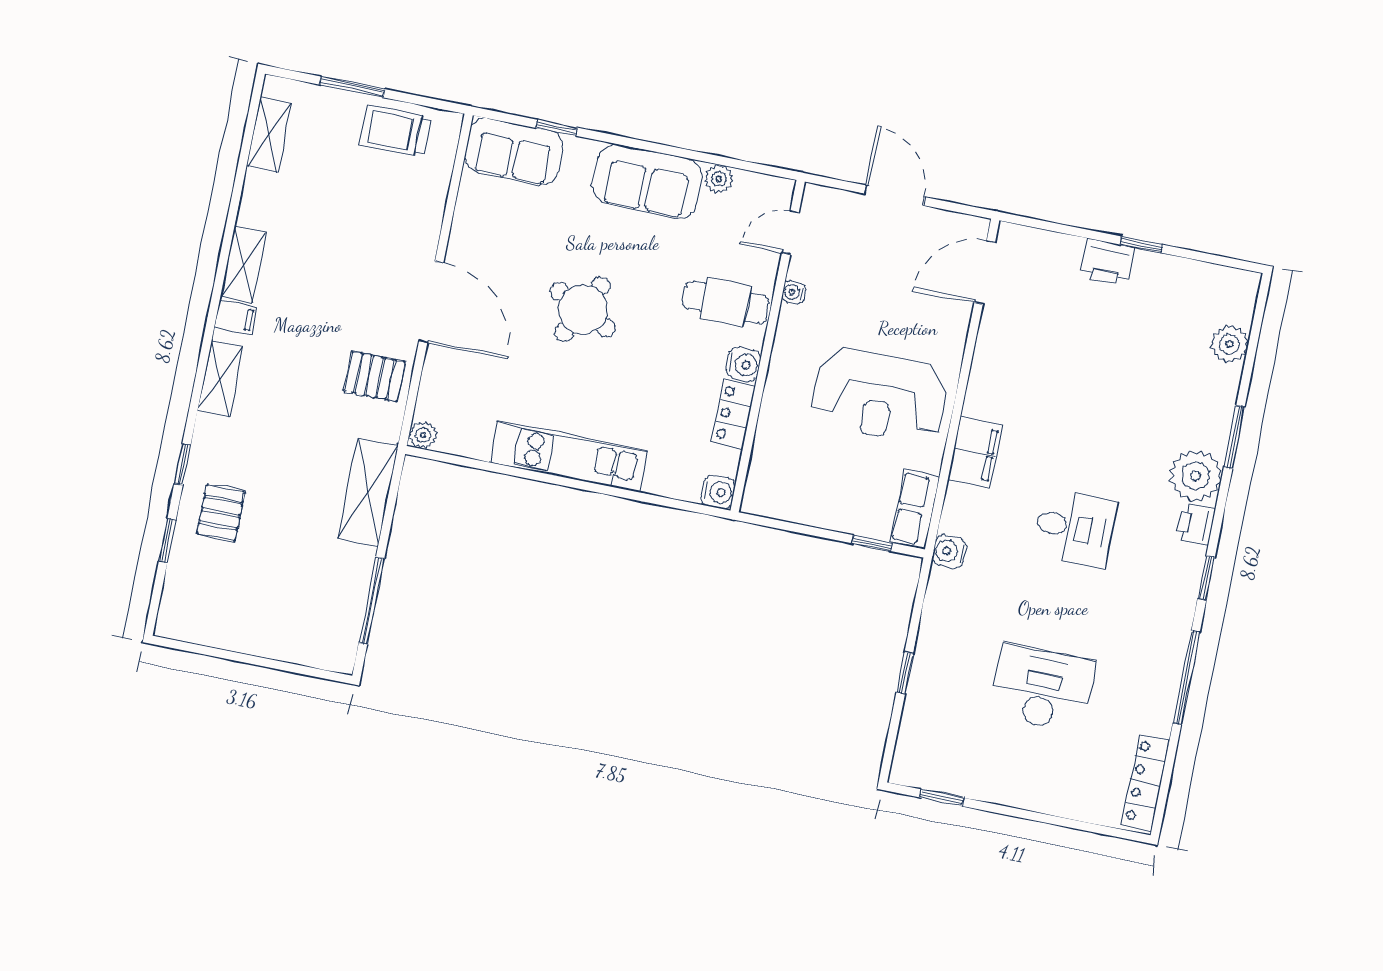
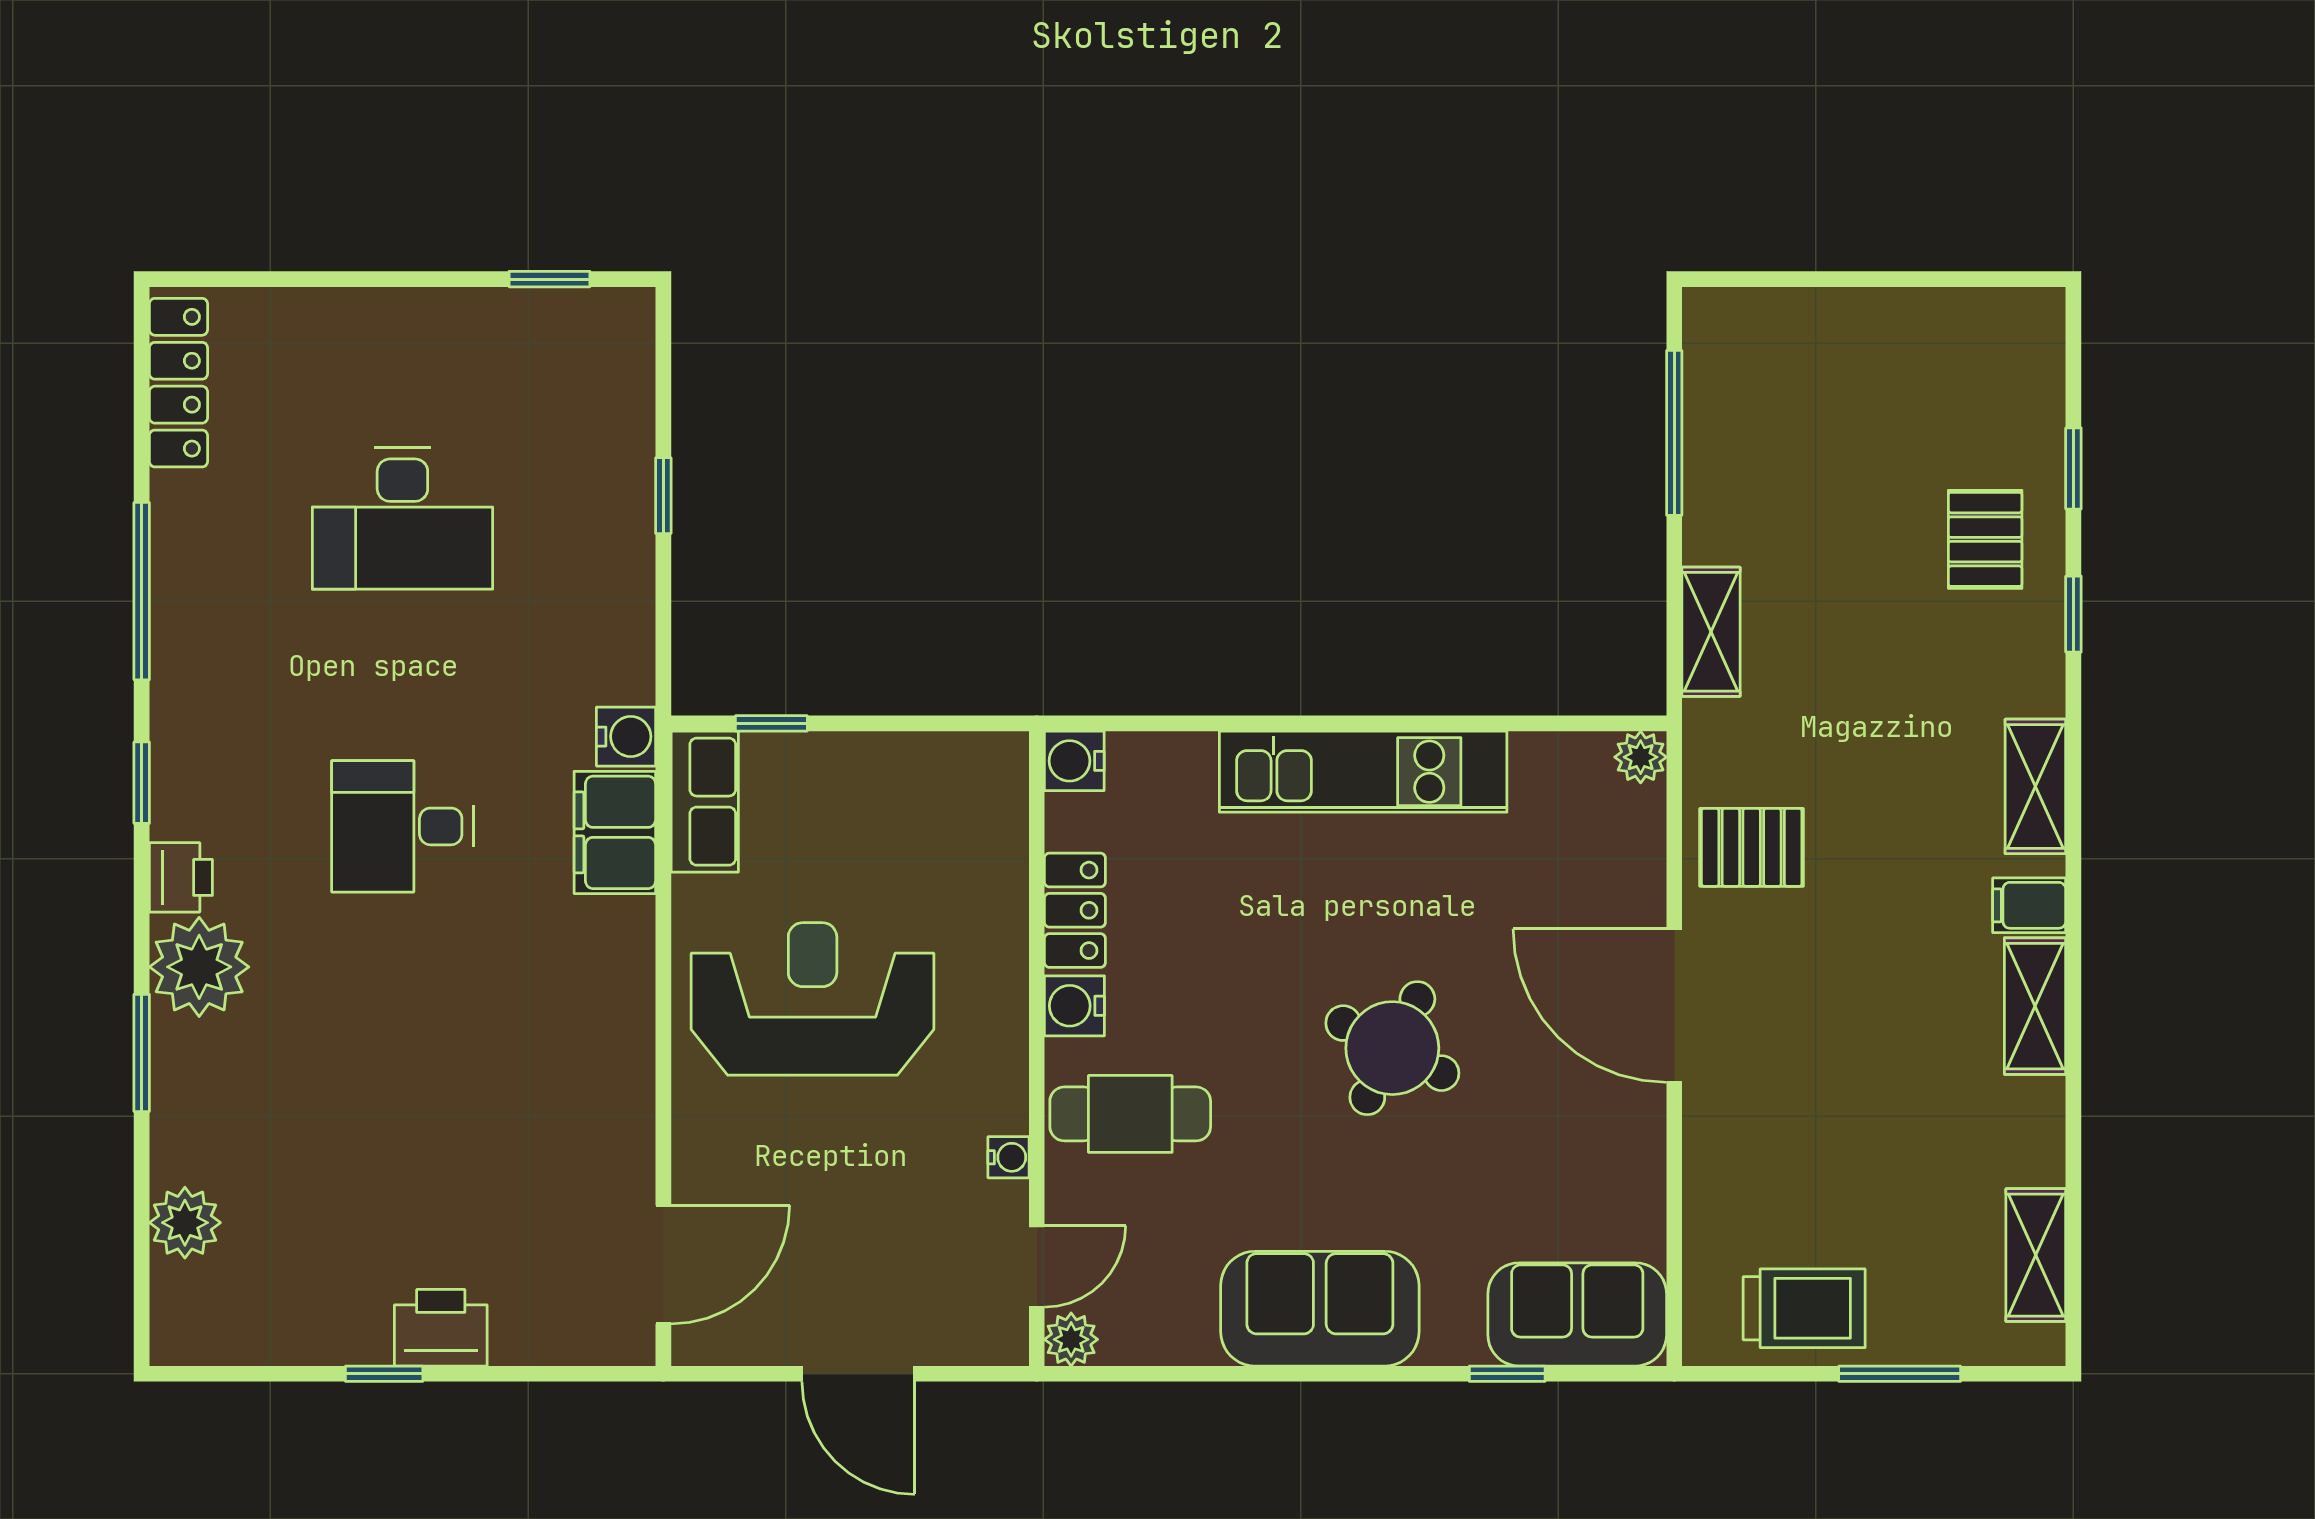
plant: (719, 179) -> (1071, 1339), moved
filing cabinet: (975, 452) -> (615, 832), moved
shelving: (368, 492) -> (1711, 632), width x0.67, depth x0.75

